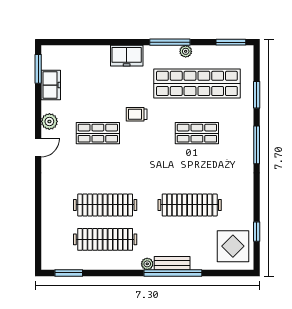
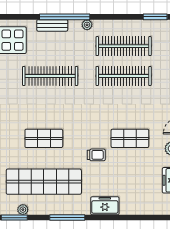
plant: (186, 51) -> (23, 210), moved
bench: (172, 263) -> (52, 25), moved

